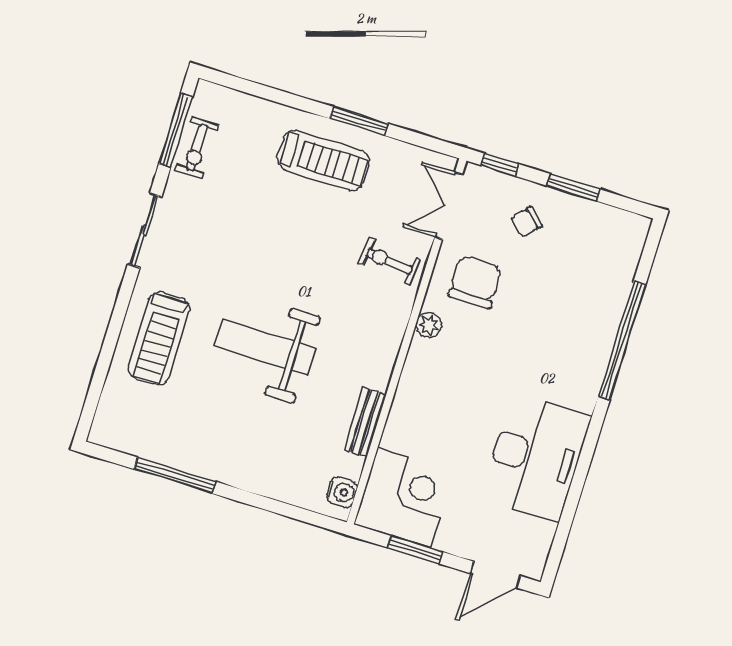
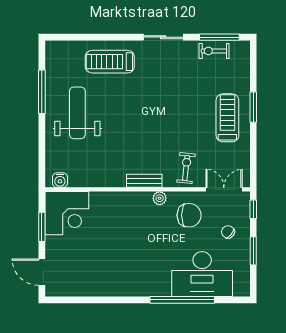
window: (359, 121) -> (253, 107), moved
treadmill: (323, 160) -> (227, 118), turned 180
weight bench: (265, 347) -> (77, 113), moved
bench: (365, 422) -> (144, 181), moved
desk: (535, 457) -> (202, 274), moved

